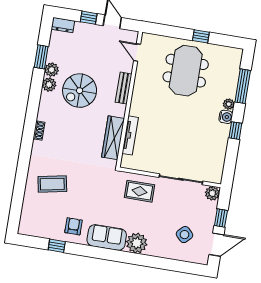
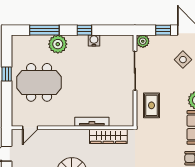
bench: (124, 88) -> (63, 134), removed
plant: (229, 104) -> (58, 44), width x1.88, depth x1.88
water cooler: (226, 117) -> (94, 40), moved
tv unit: (130, 135) -> (92, 122), moved

